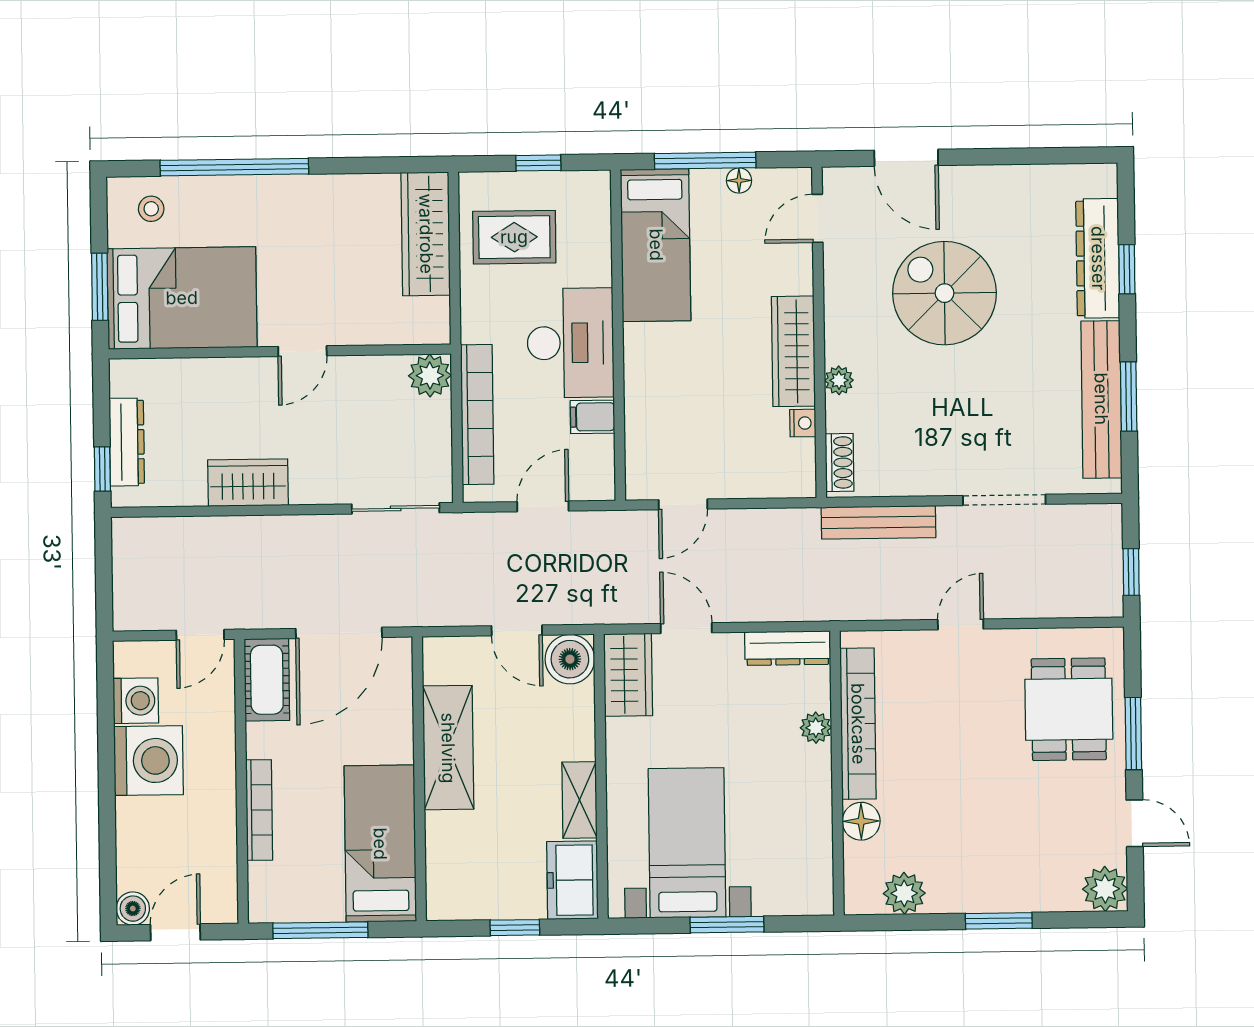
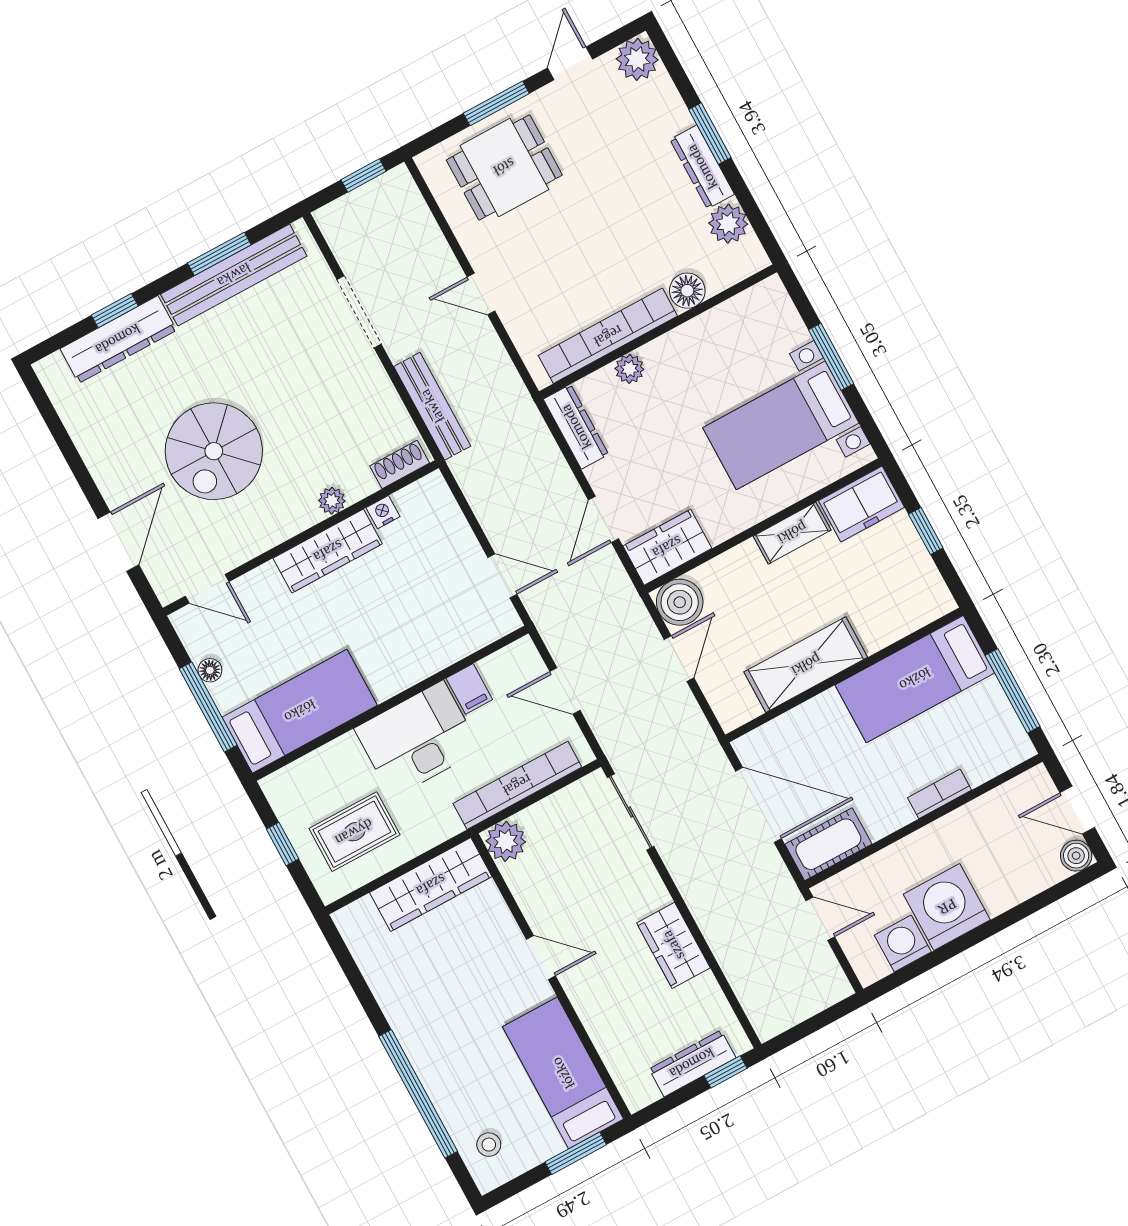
wardrobe: (426, 234) -> (431, 885), moved
rug: (514, 237) -> (354, 832), turned 90
bed: (182, 298) -> (563, 1073), width x0.67
bookcase: (259, 810) -> (940, 794), width x0.64
dresser: (971, 897) -> (702, 167), added

